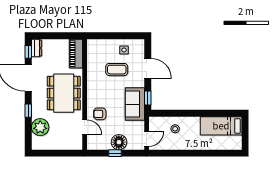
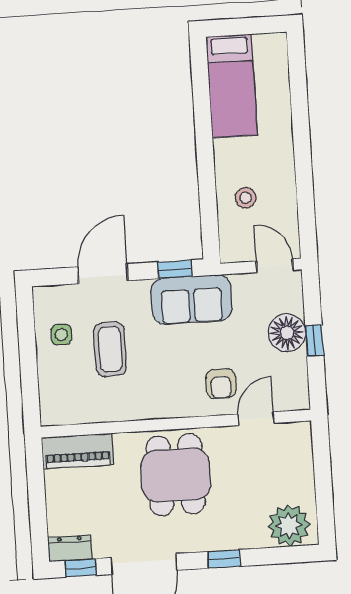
dining table: (64, 93) -> (176, 475), width x0.73
plant: (40, 127) -> (289, 525), moved

